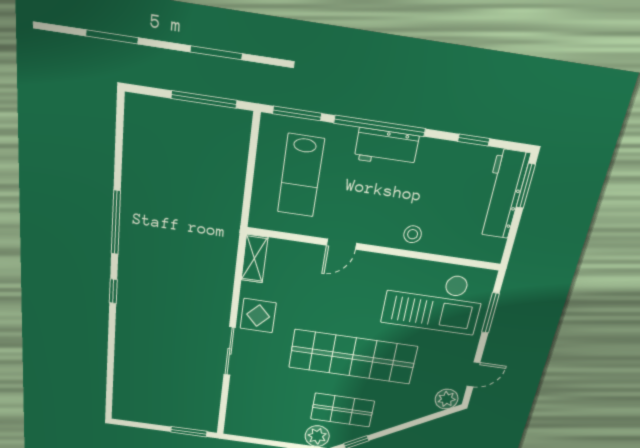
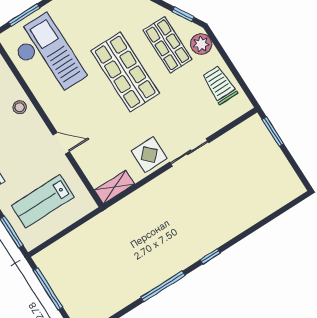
lab bench: (301, 176) -> (43, 201), turned 180
shop shelf: (353, 357) -> (125, 72), width x0.71
trolley: (268, 423) -> (220, 85), added

